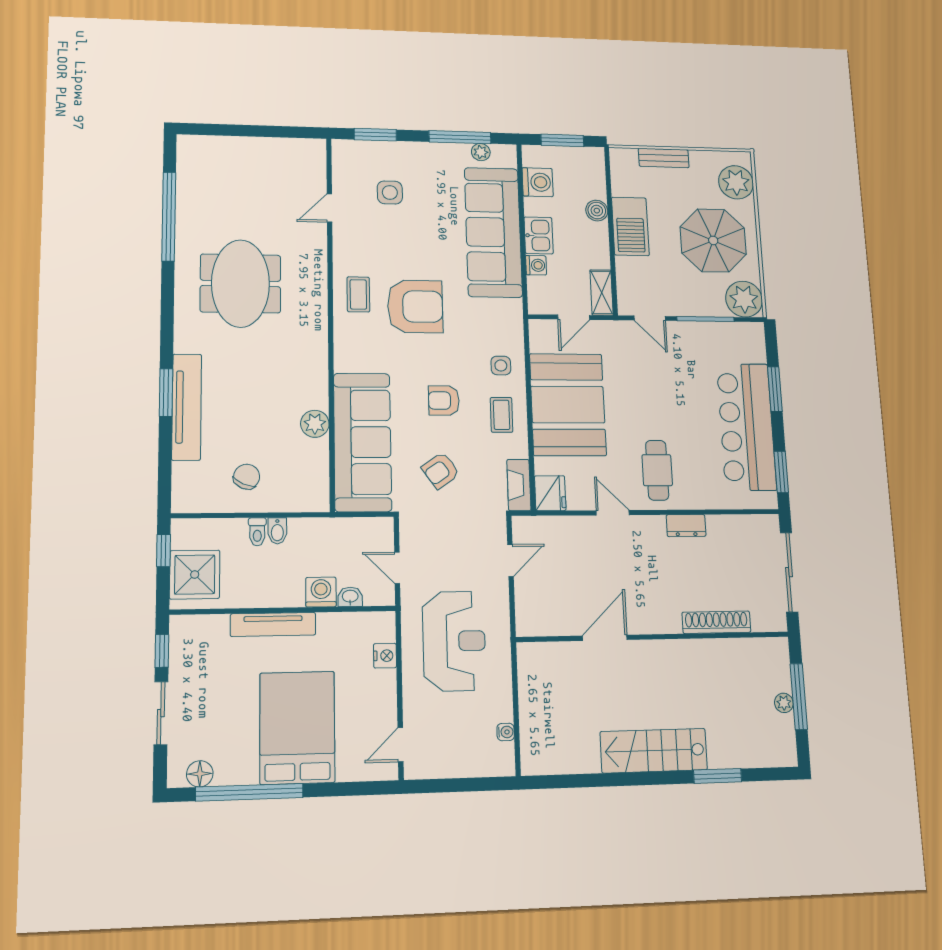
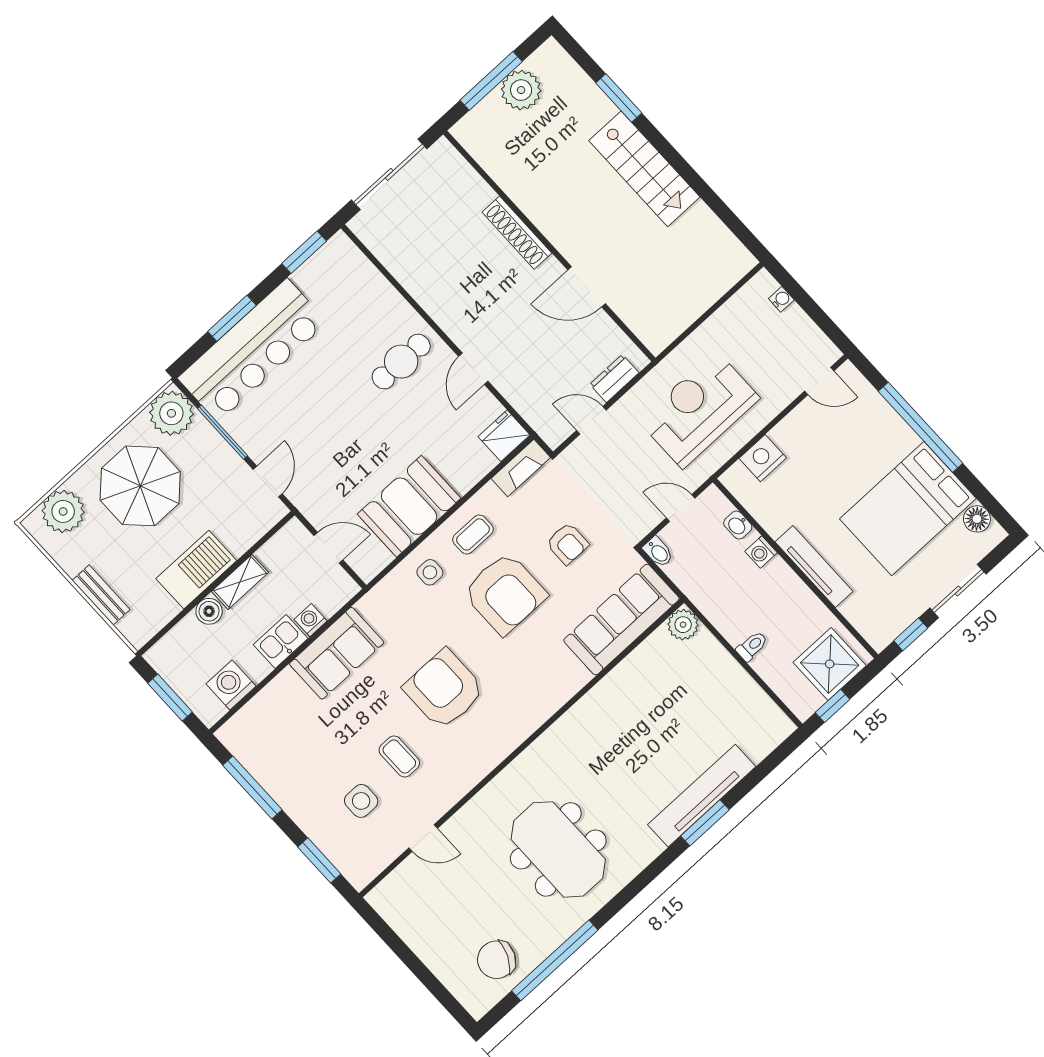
plant: (481, 152) -> (249, 758), removed
sofa: (493, 232) -> (337, 653), width x0.54, depth x0.79
meeting table: (240, 283) -> (558, 849), turned 90
shelving: (602, 293) -> (240, 582), moved
coffee table: (358, 294) -> (399, 756), moved, turned 90
armchair: (444, 400) -> (505, 593), width x1.88, depth x1.88
booth: (568, 405) -> (409, 506), width x0.73, depth x0.70
plant: (315, 424) -> (683, 625), moved
bar counter: (747, 427) -> (252, 350), moved
sofa: (362, 442) -> (621, 620), width x0.74, depth x0.79
armchair: (441, 470) -> (567, 544), turned 35
chair: (247, 477) -> (496, 960), moved, width x1.37, depth x1.37
dresser: (686, 526) -> (614, 379), moved, turned -90
bidet: (277, 531) -> (658, 552), moved, turned 90
door: (397, 568) -> (681, 508), swing flipped
washing machine: (321, 592) -> (761, 552), width x0.73, depth x0.73
shoe rack: (716, 622) -> (517, 233), moved
nightstand: (385, 656) -> (763, 458), width x1.36, depth x1.33
plant: (784, 703) -> (521, 90), width x1.87, depth x1.87
bed: (297, 728) -> (908, 509), moved
water cooler: (506, 732) -> (781, 299), moved, turned 90
window: (249, 792) -> (920, 427), moved

